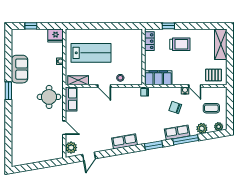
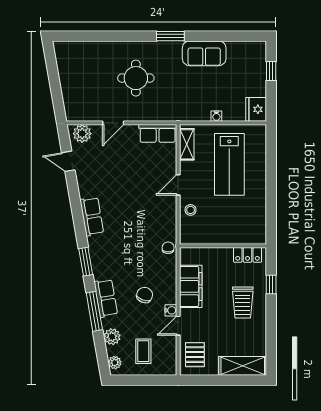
filing cabinet: (158, 78) -> (191, 286), moved
round table: (49, 97) -> (136, 78), moved

